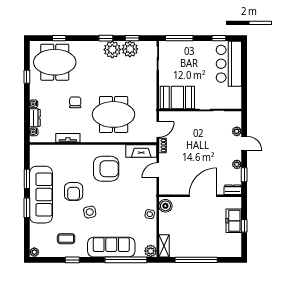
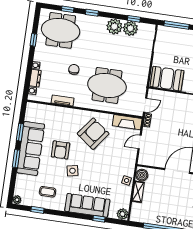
window: (106, 38) -> (92, 13), moved
armchair: (106, 169) -> (93, 134), turned -53
shelving: (164, 246) -> (138, 192), moved
window: (72, 260) -> (37, 210), moved
window: (126, 260) -> (99, 219), width x0.32

